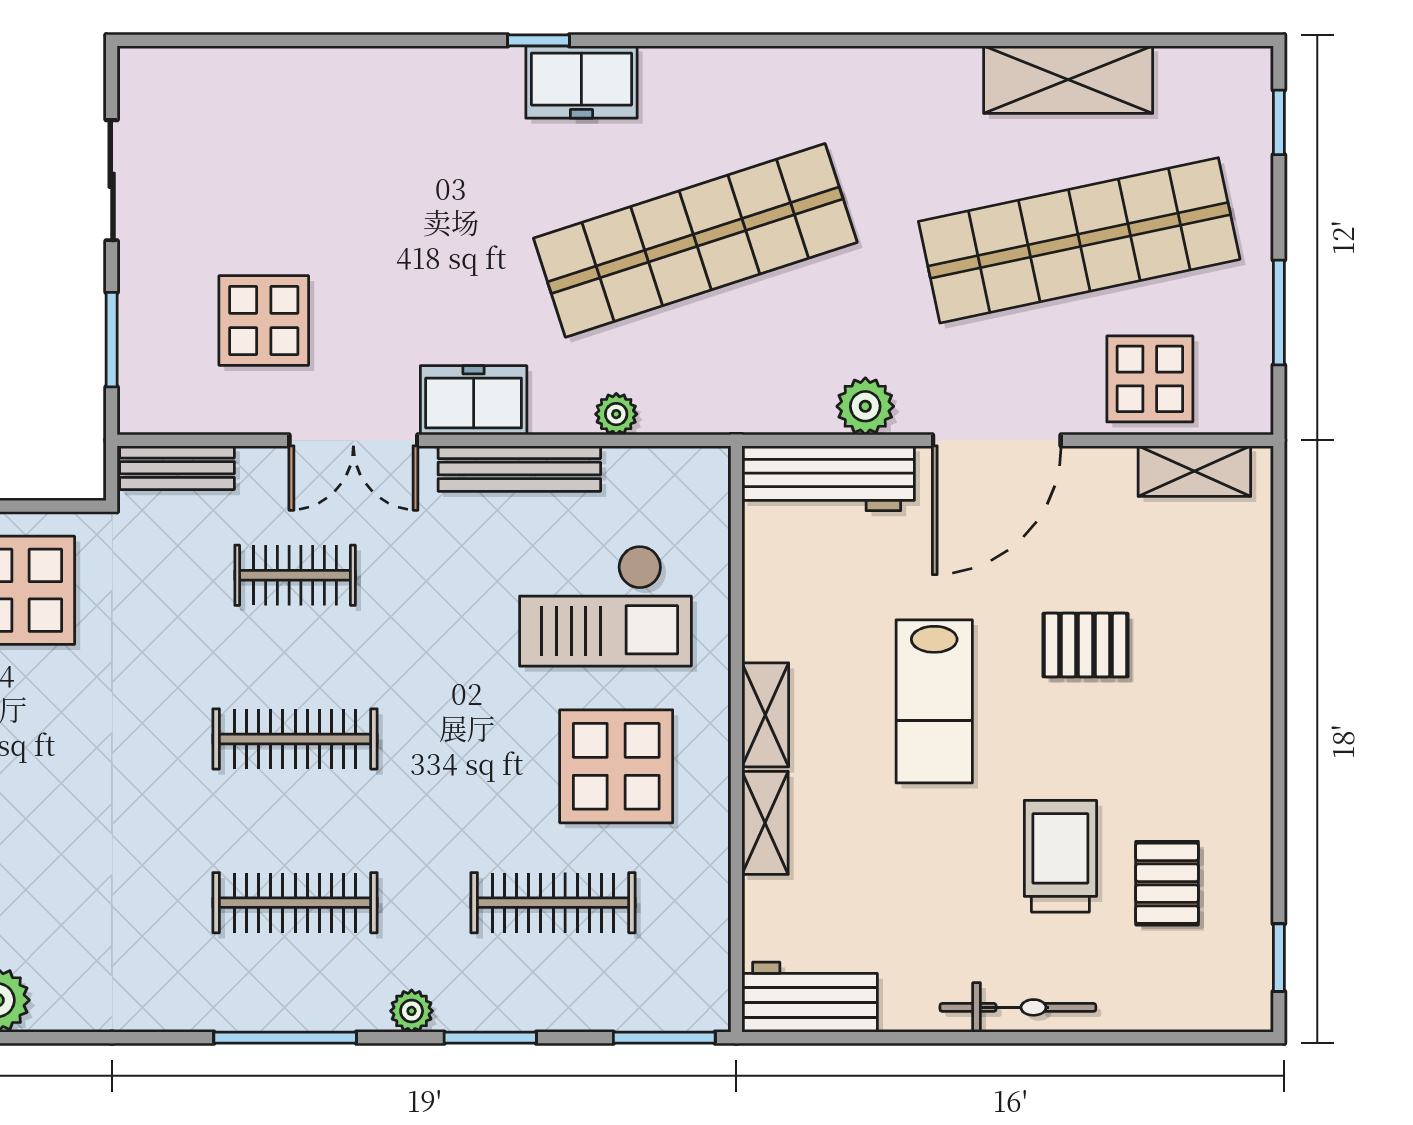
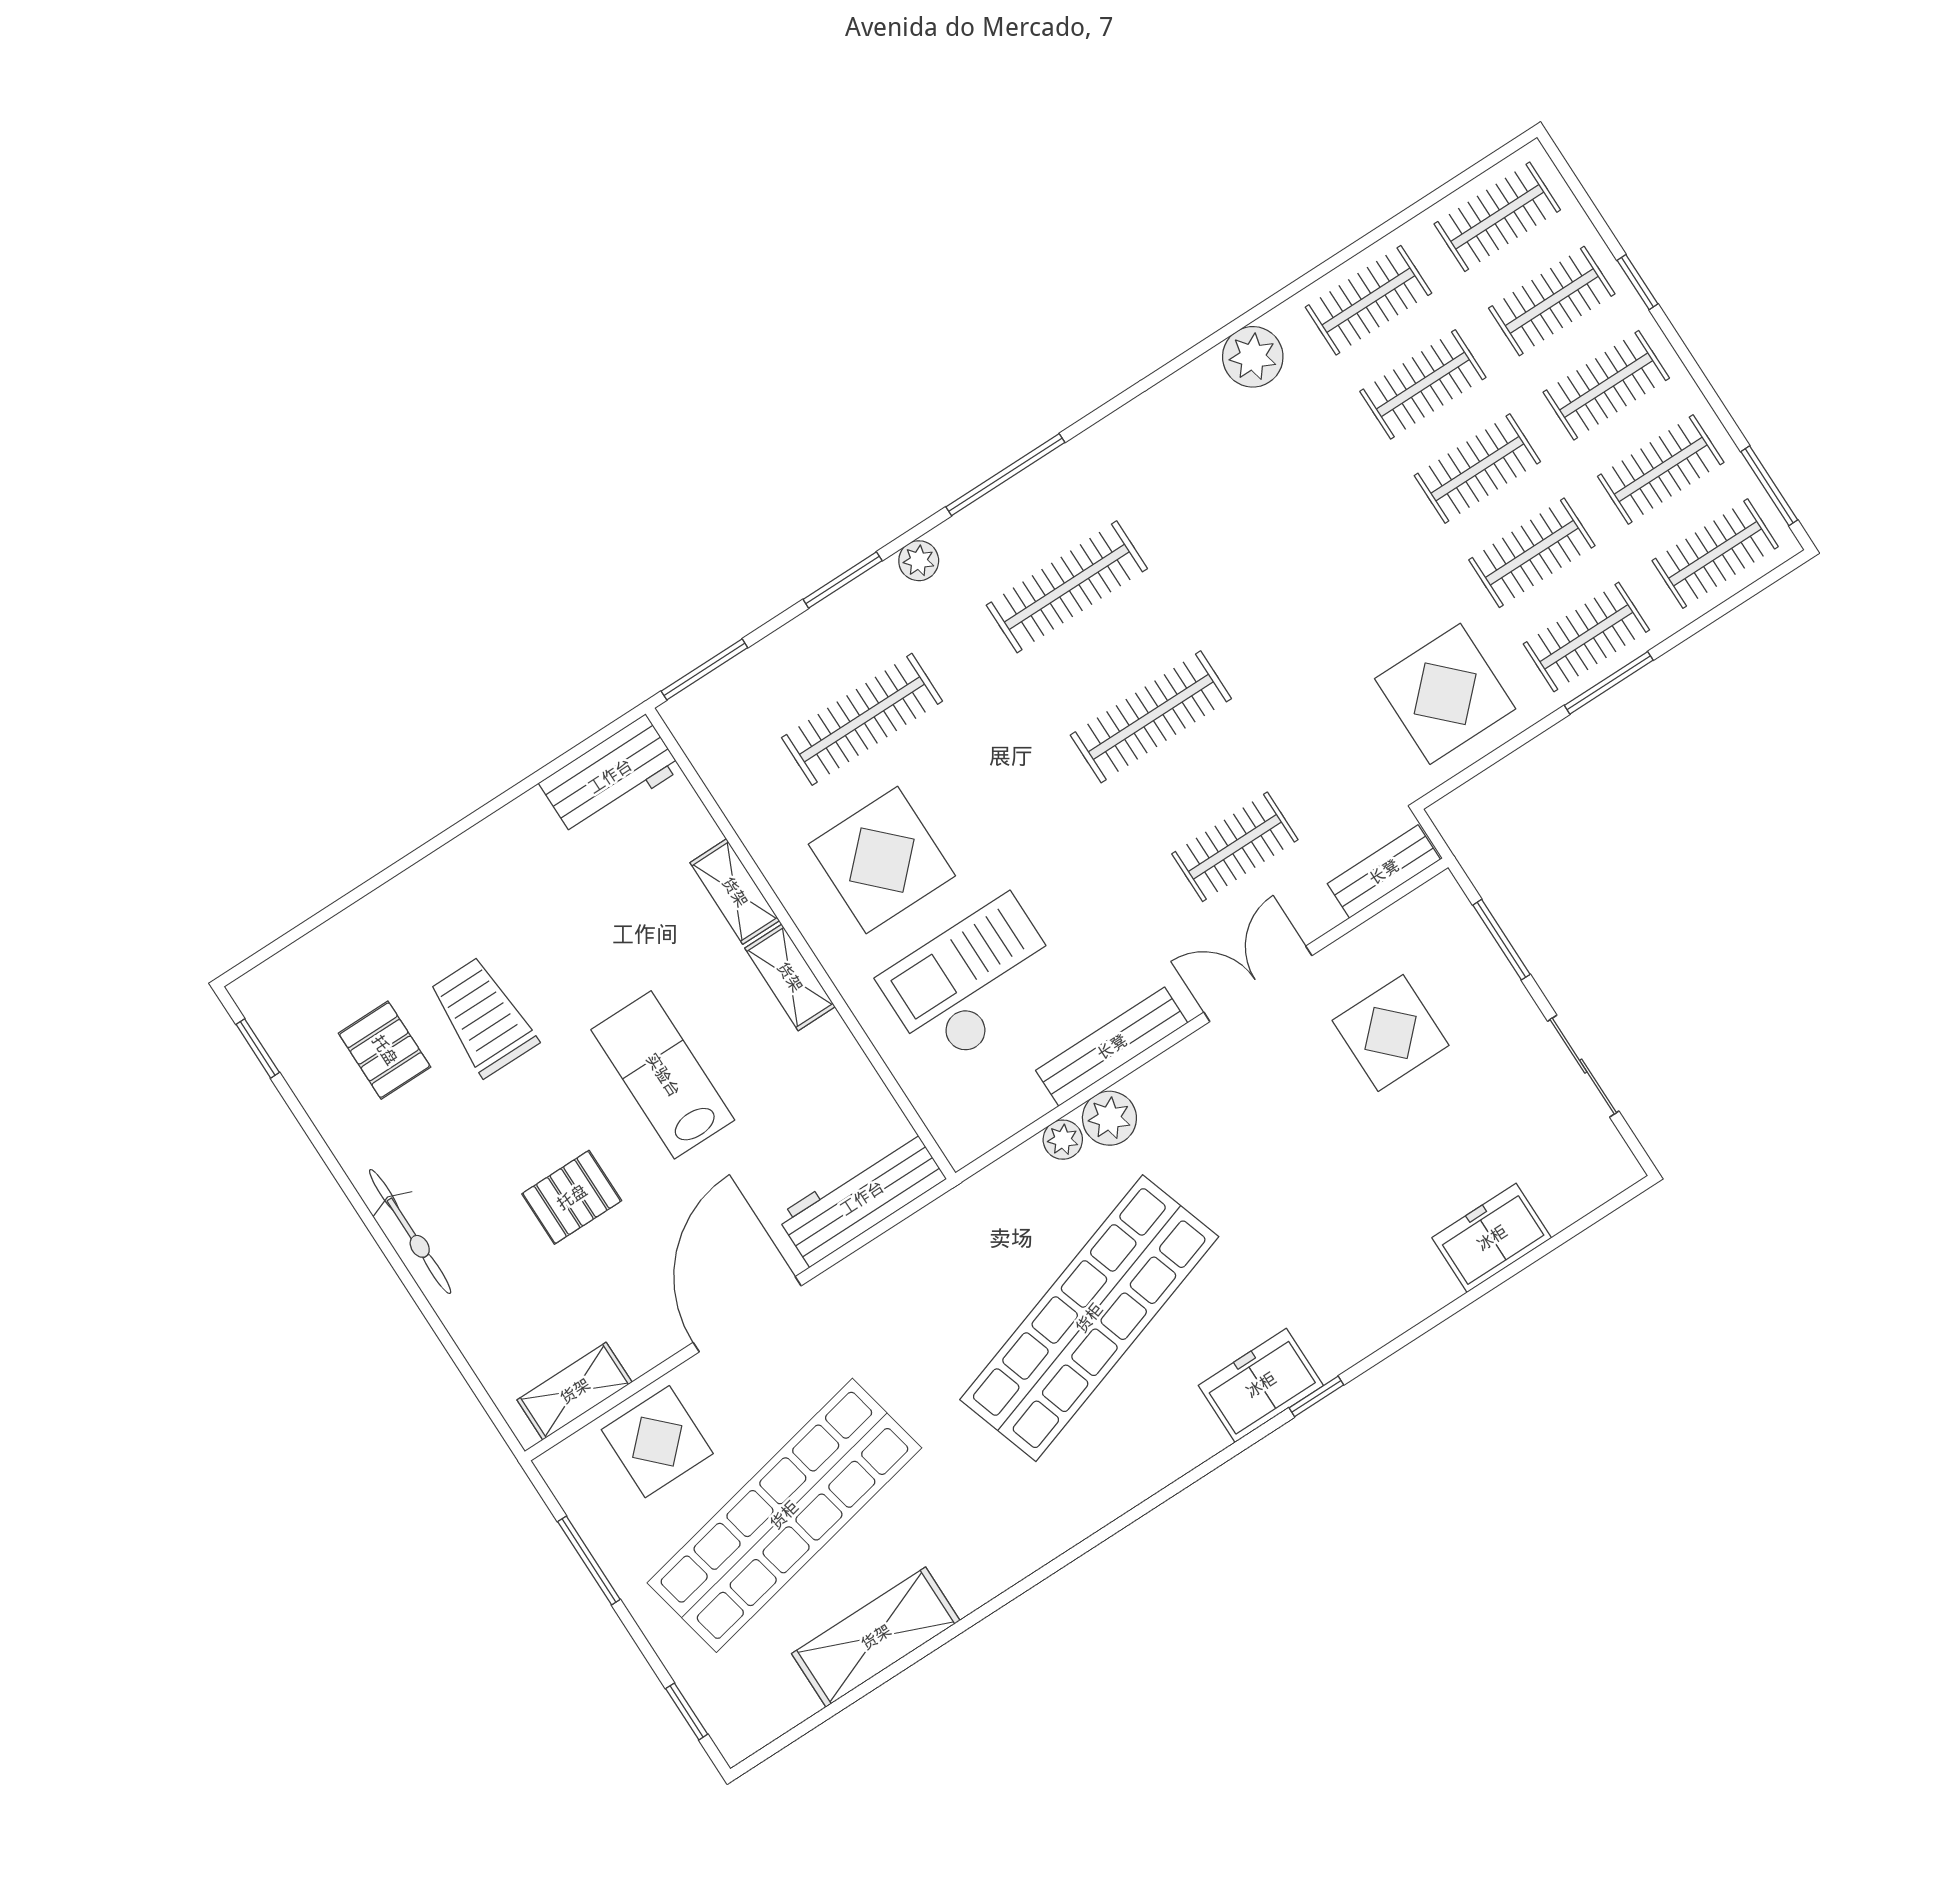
freezer: (474, 400) -> (1492, 1238), moved, turned 180
plant: (865, 406) -> (1109, 1118), moved
trolley: (1060, 856) -> (483, 1017), turned 180
bicycle: (1018, 1007) -> (410, 1232), moved, turned -90

